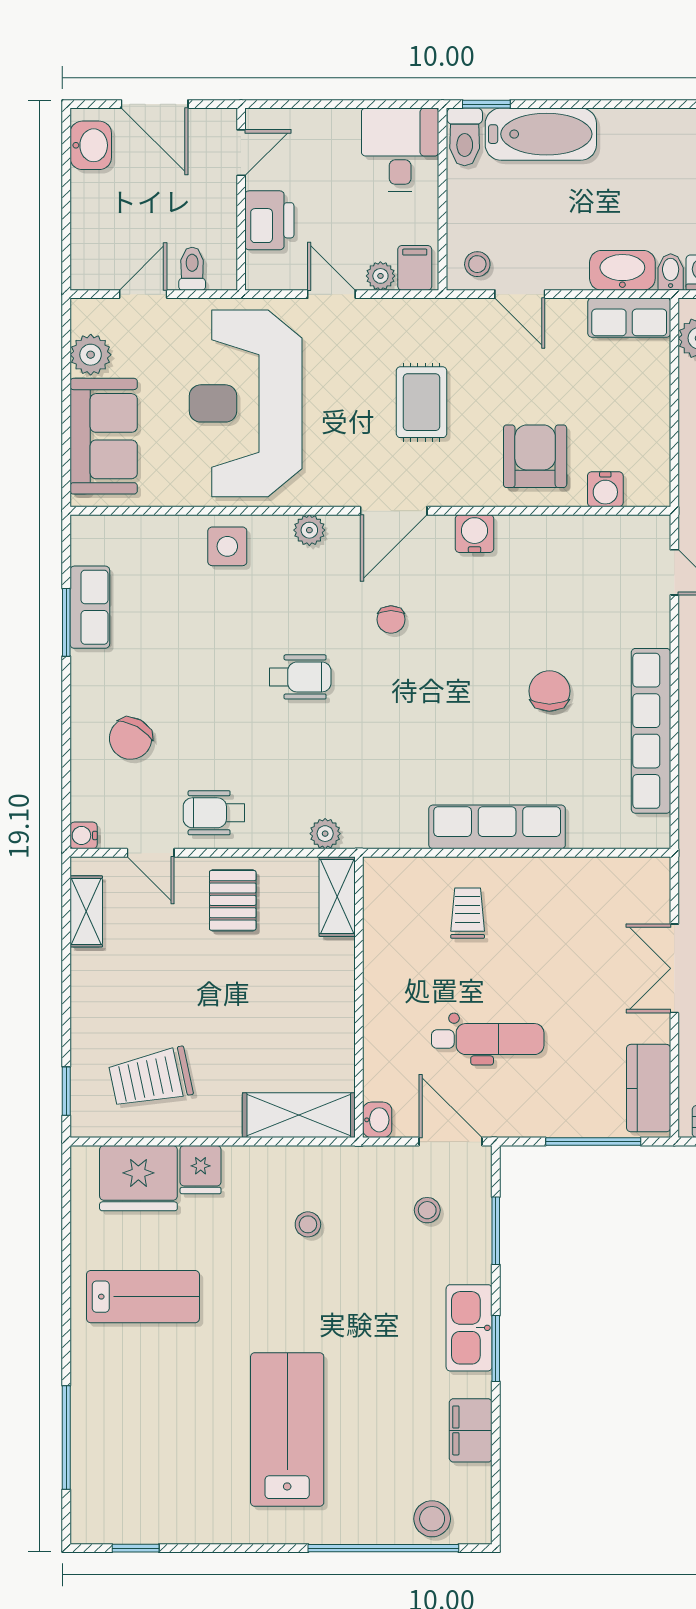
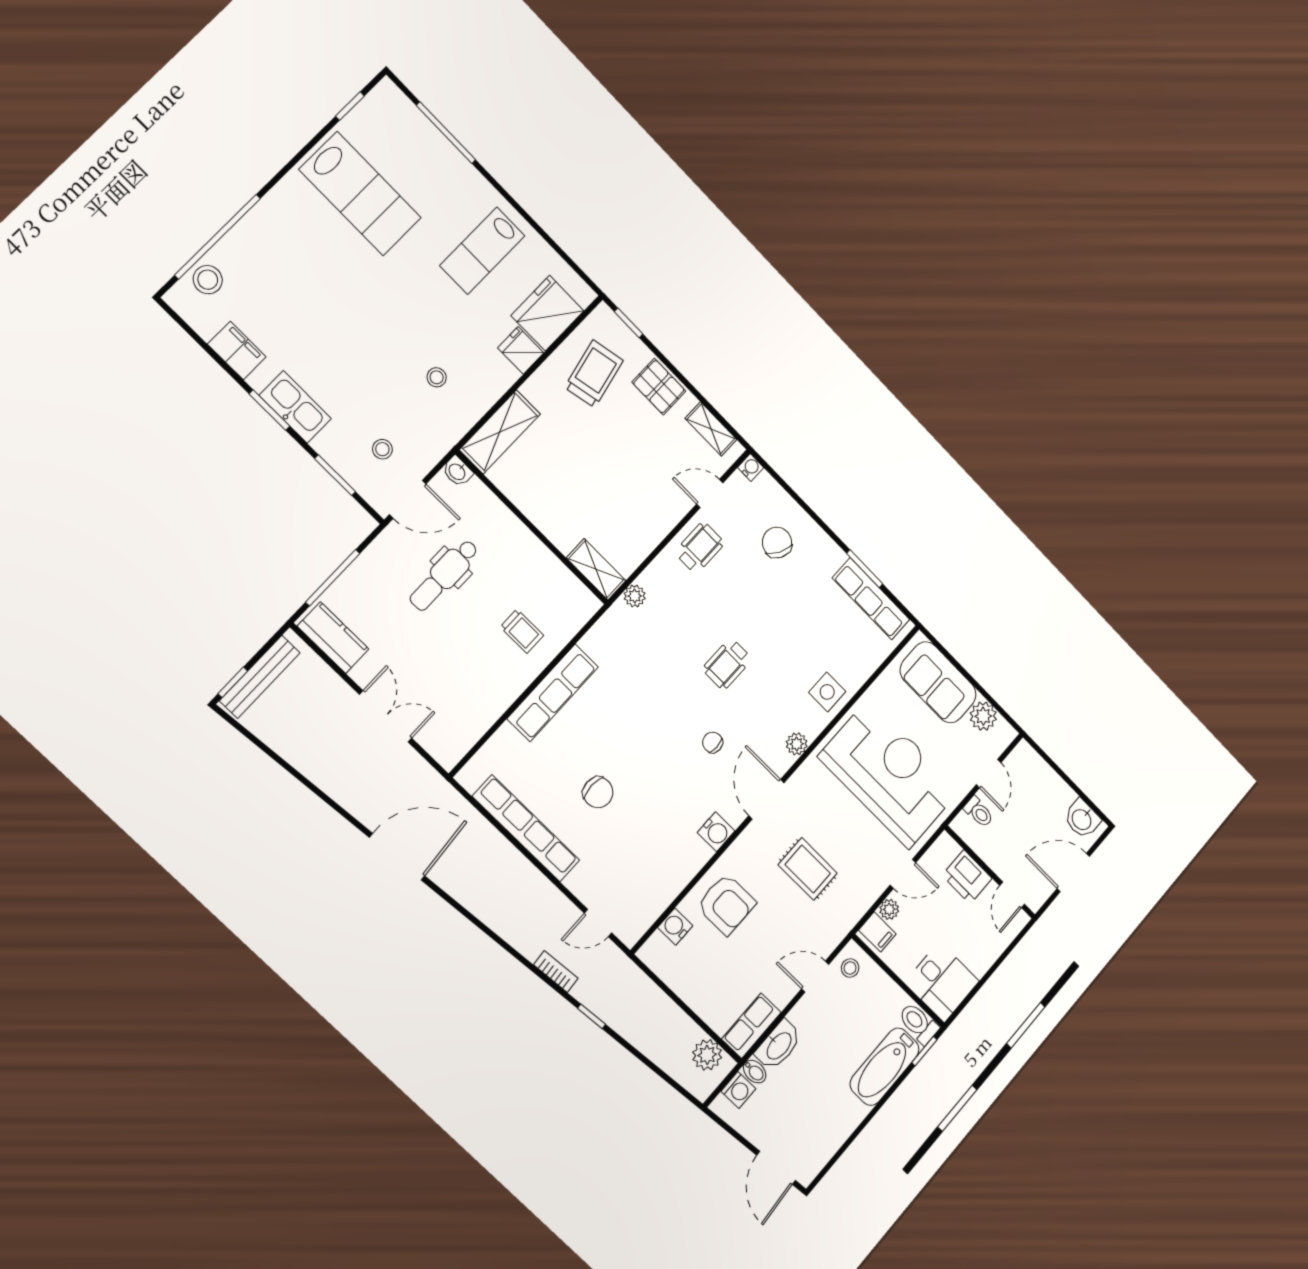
row of seats: (90, 607) -> (871, 599), width x1.48
pallet: (233, 900) -> (659, 387), moved
lab bench: (287, 1430) -> (360, 194), moved

